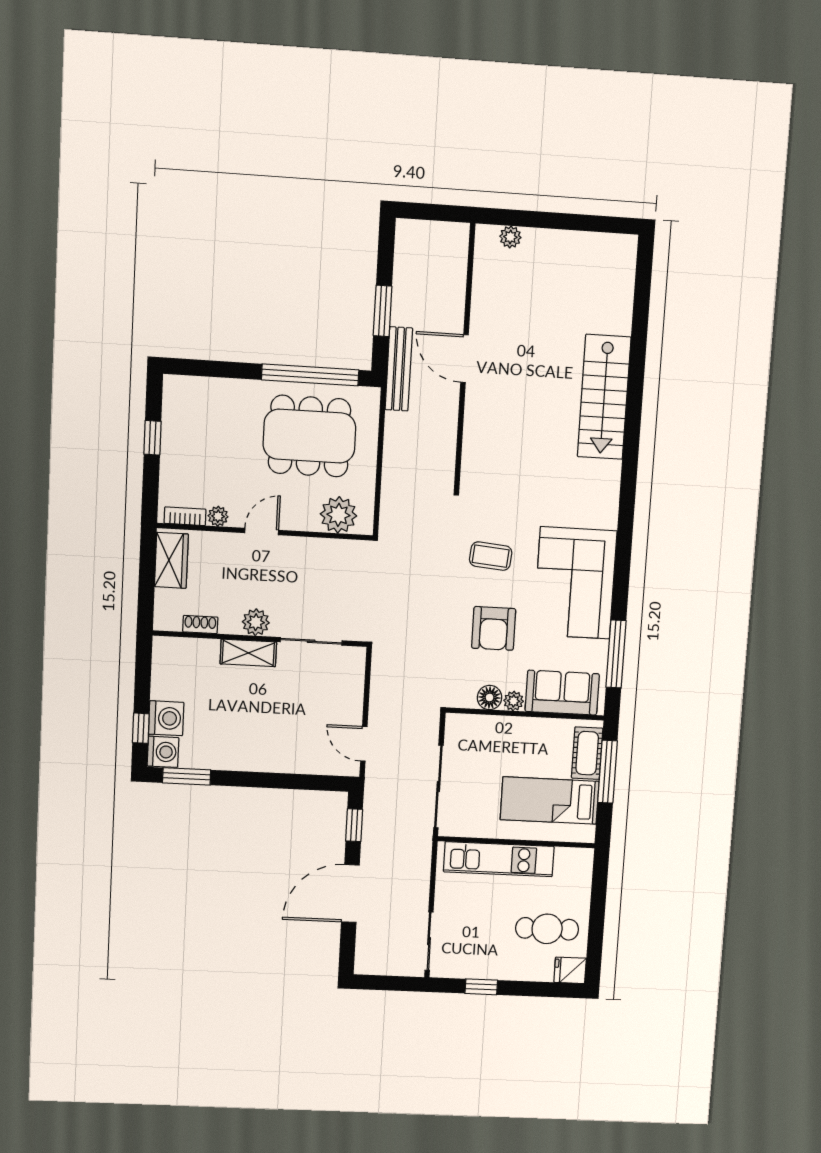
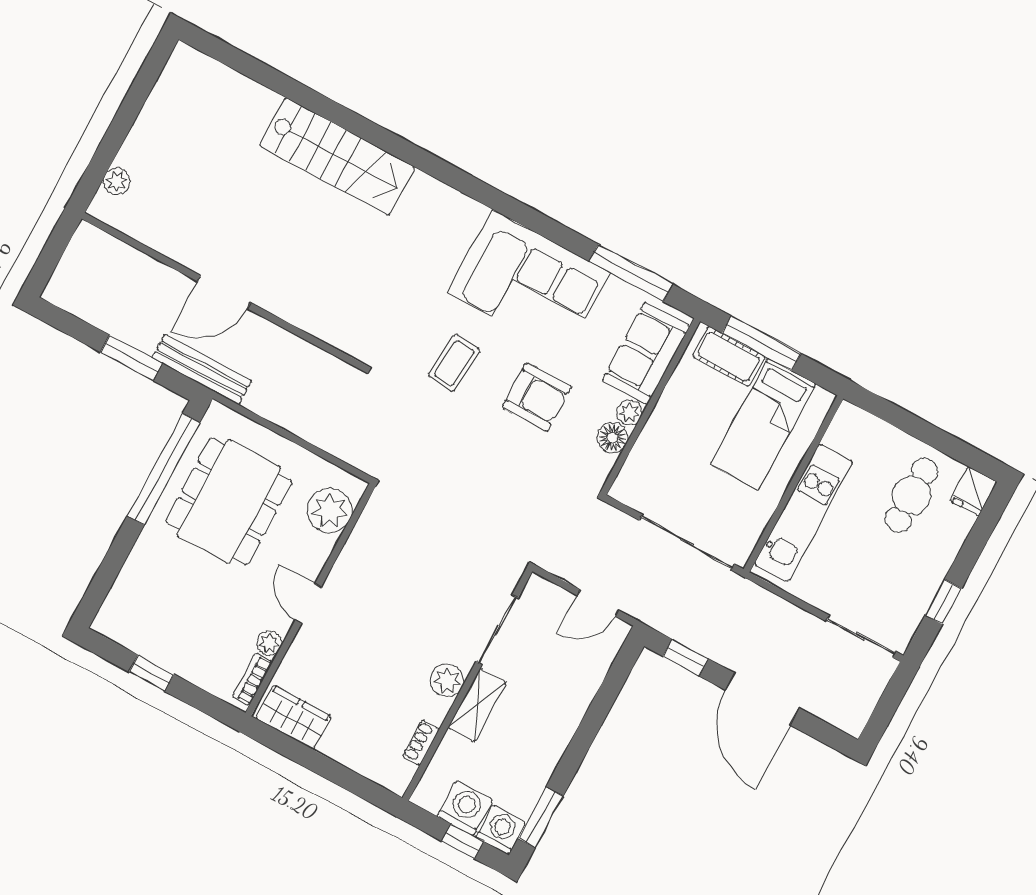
plant: (256, 622) -> (447, 680), moved
shoe rack: (200, 624) -> (421, 743), moved
wall: (260, 639) -> (467, 685), moved
sliding door: (311, 641) -> (497, 630), moved
shelving: (248, 653) -> (477, 705), moved

